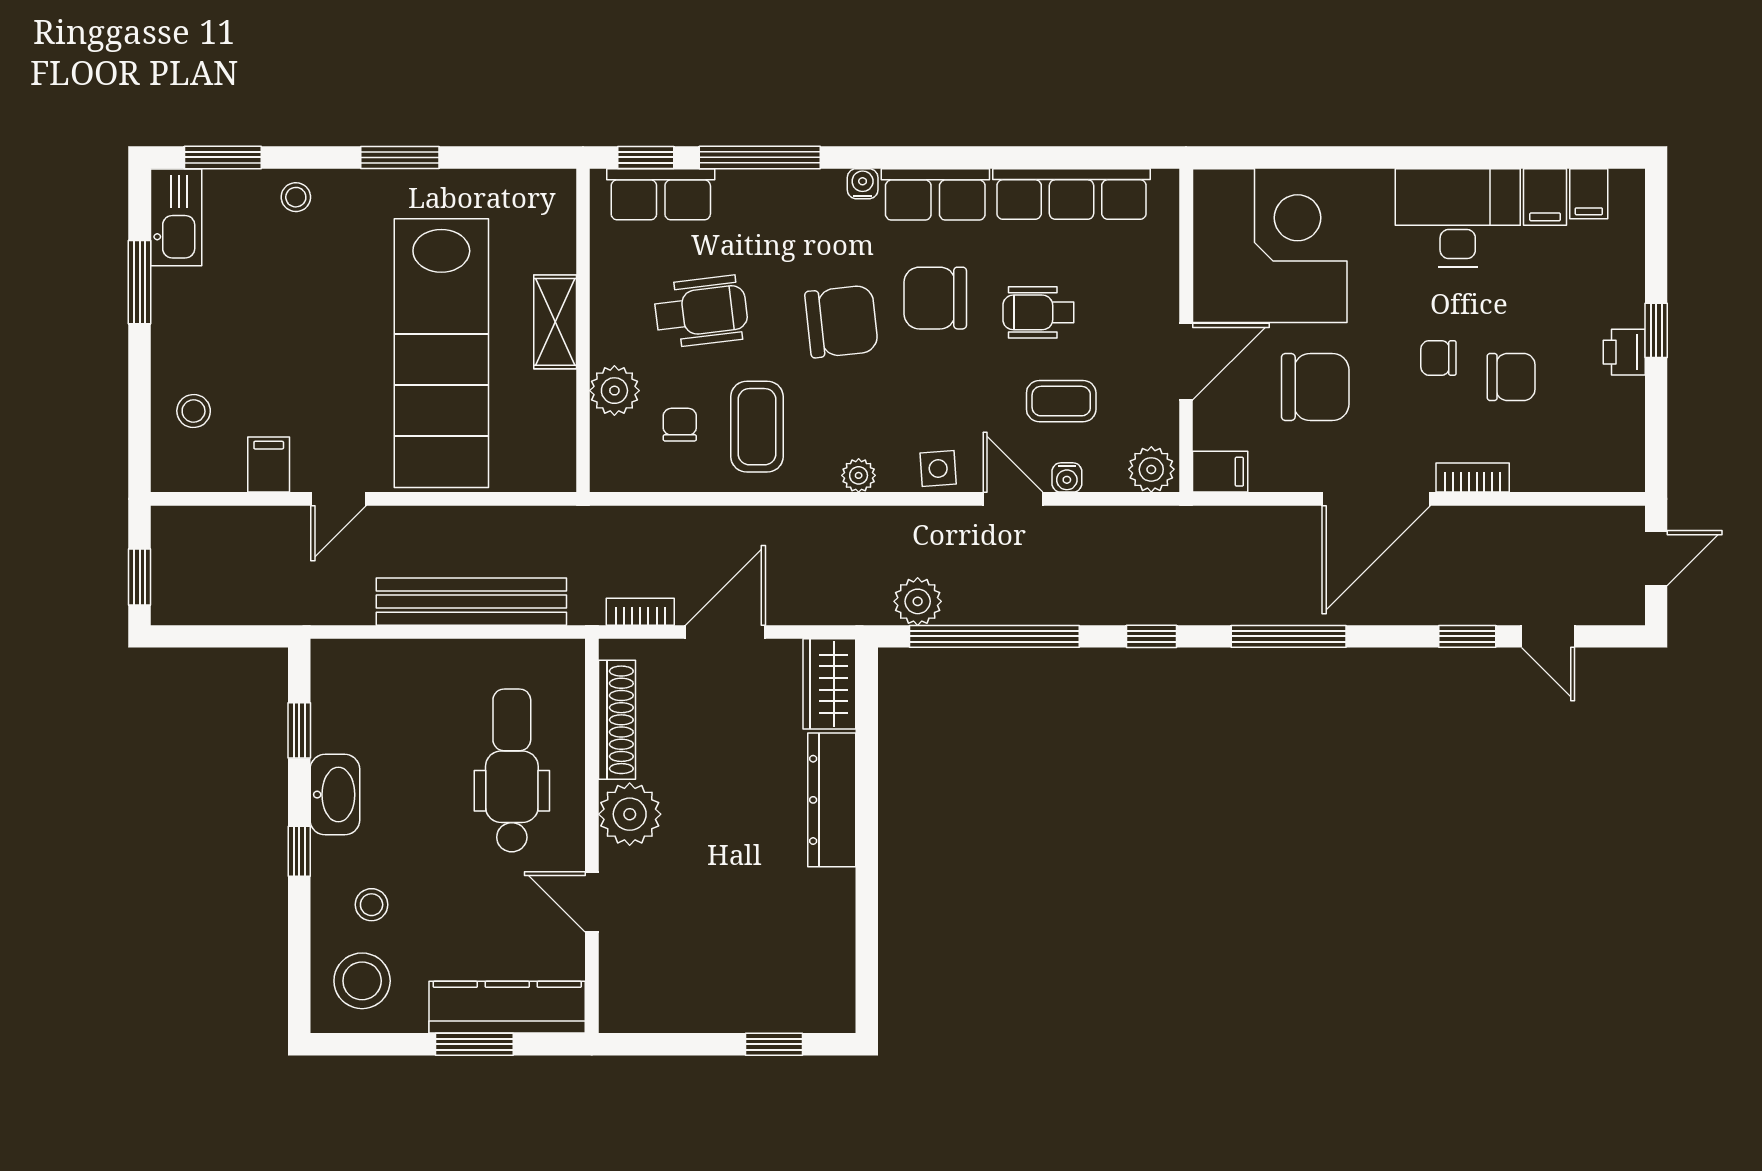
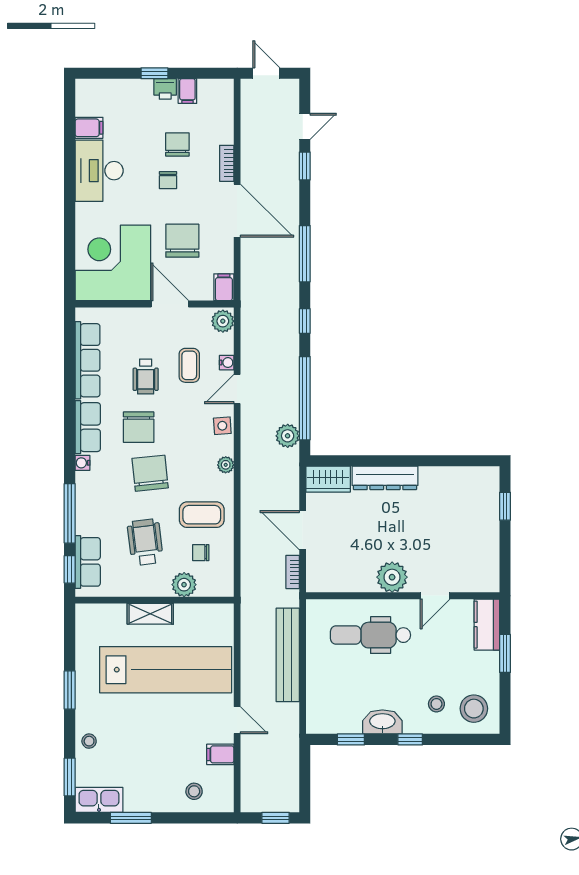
filing cabinet: (1589, 194) -> (187, 91), moved, turned 90
shoe rack: (617, 720) -> (346, 583), removed
kitchen counter: (507, 1007) -> (487, 625), width x0.67

